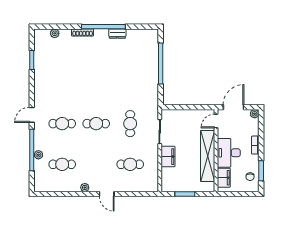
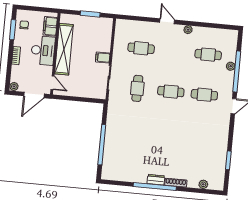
dresser: (117, 34) -> (156, 180), moved
door: (216, 121) -> (53, 83), hinge flipped
filing cabinet: (168, 157) -> (103, 58), width x0.50

